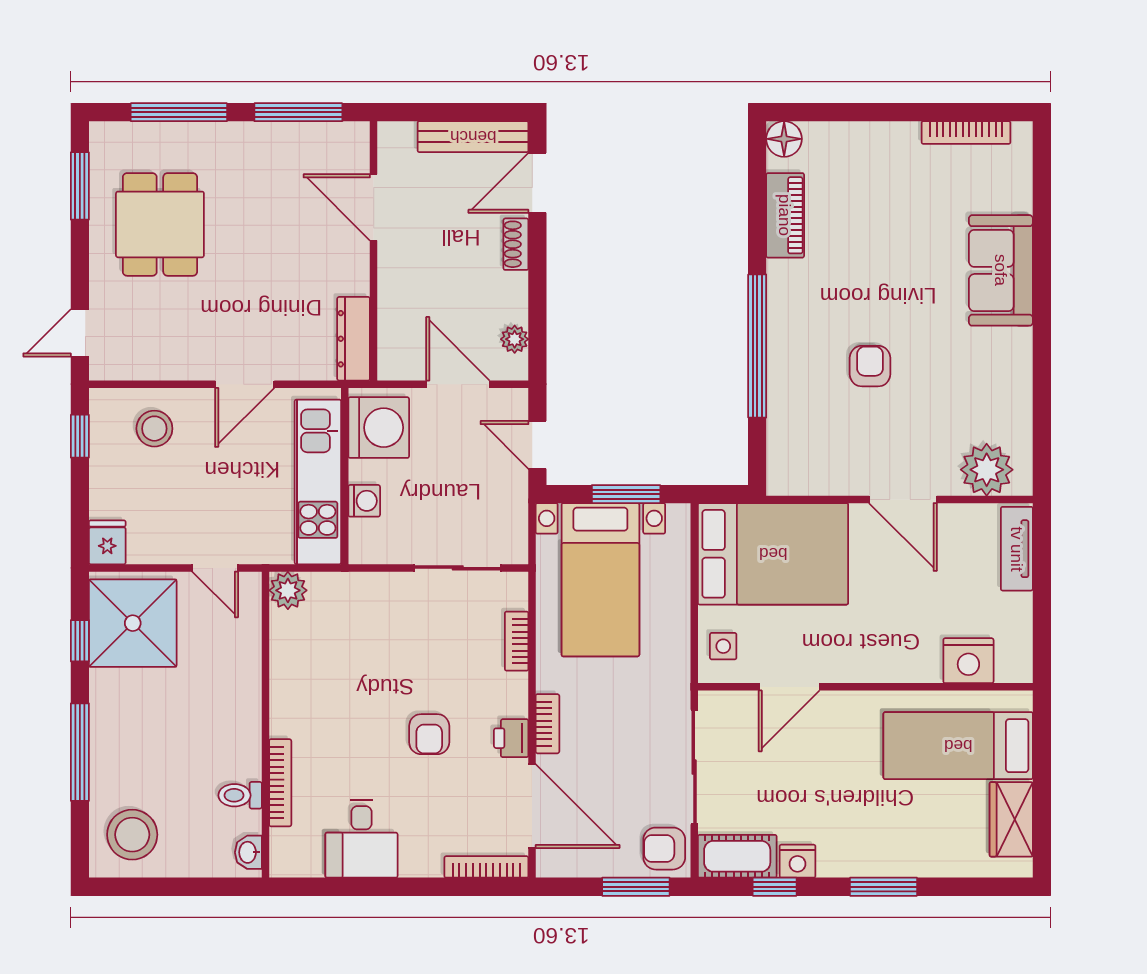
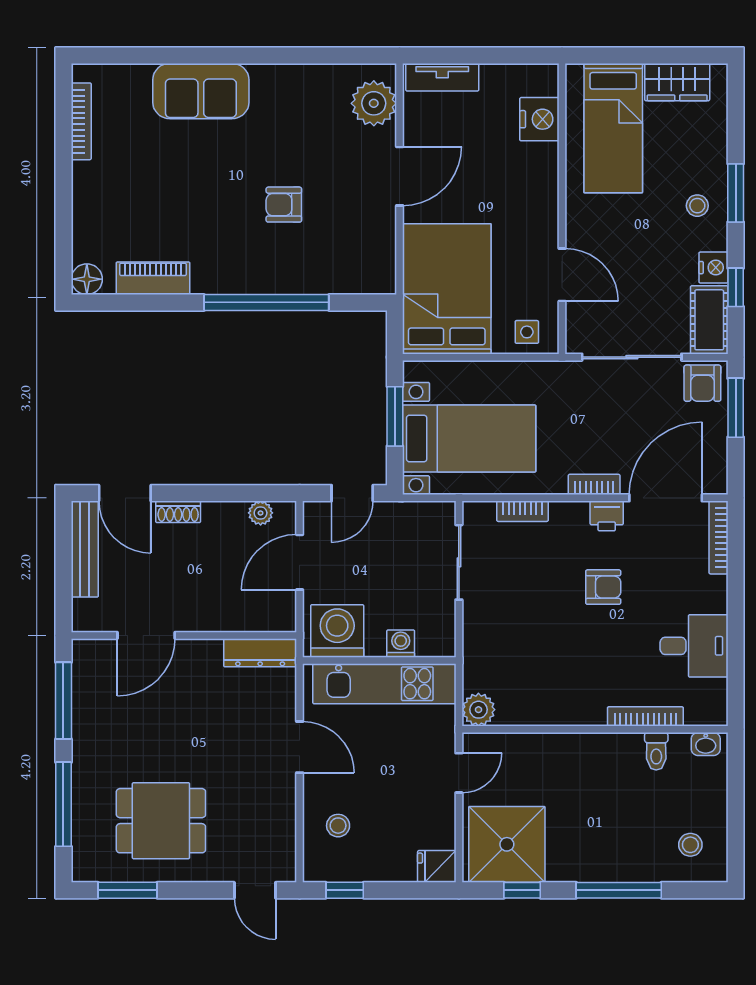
stool: (154, 429) -> (338, 826), width x0.73, depth x0.73
stool: (132, 835) -> (690, 845), width x0.53, depth x0.53
stool: (869, 843) -> (697, 206), added

